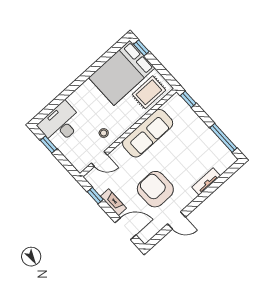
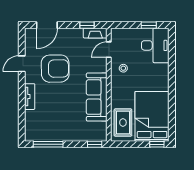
tv unit: (206, 182) -> (30, 97), moved
fireplace: (113, 202) -> (95, 33), moved

